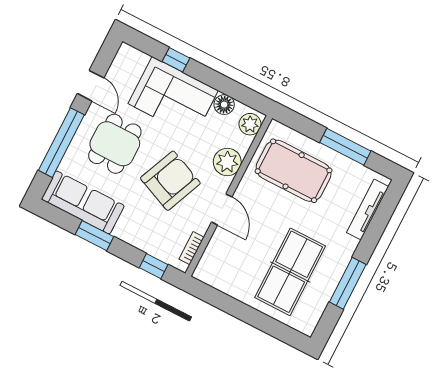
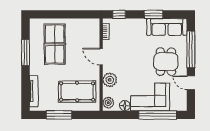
window: (176, 60) -> (158, 115), width x3.17
armchair: (170, 181) -> (132, 58), removed

